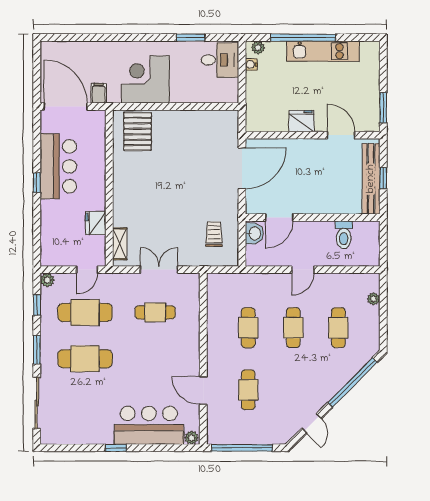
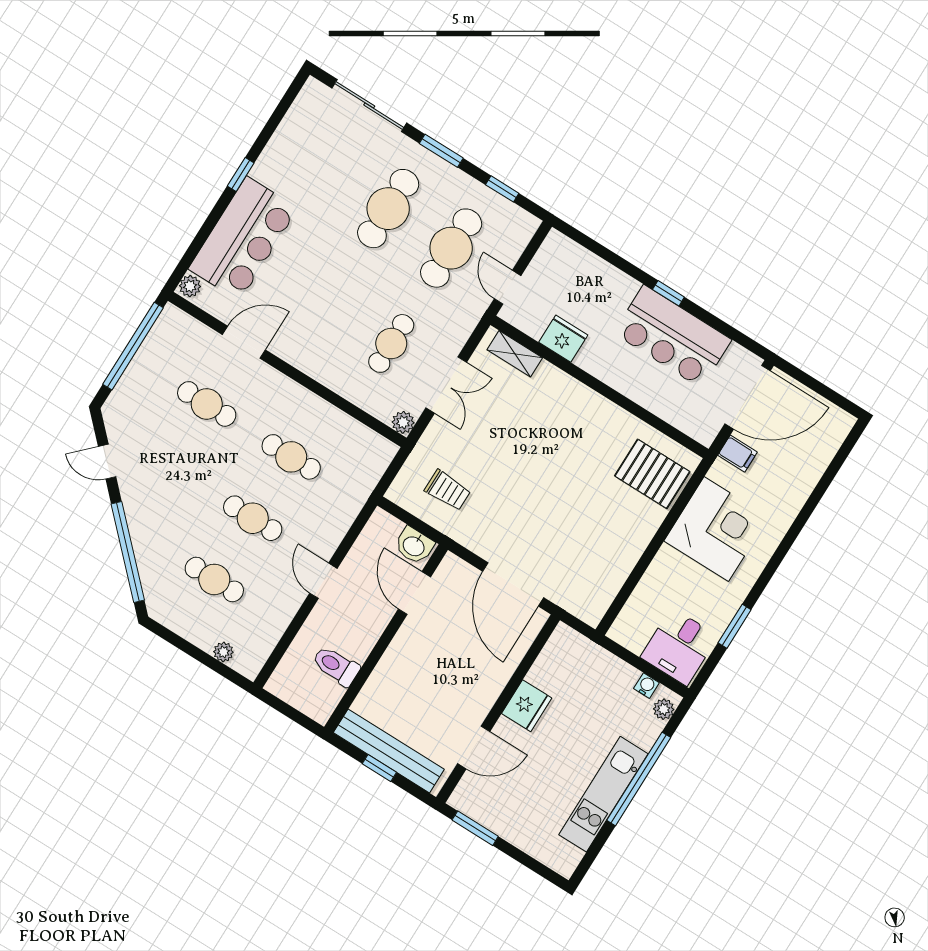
plant: (47, 280) -> (403, 422), moved

